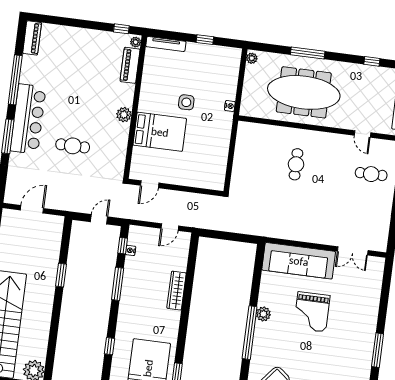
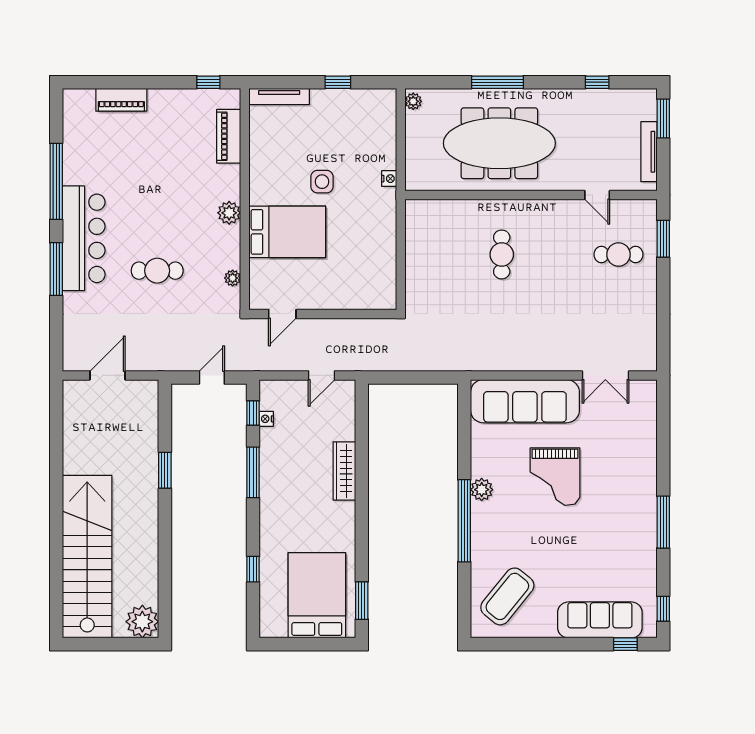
piano: (32, 38) -> (121, 100), moved, turned 90
plant: (136, 42) -> (233, 278), moved

